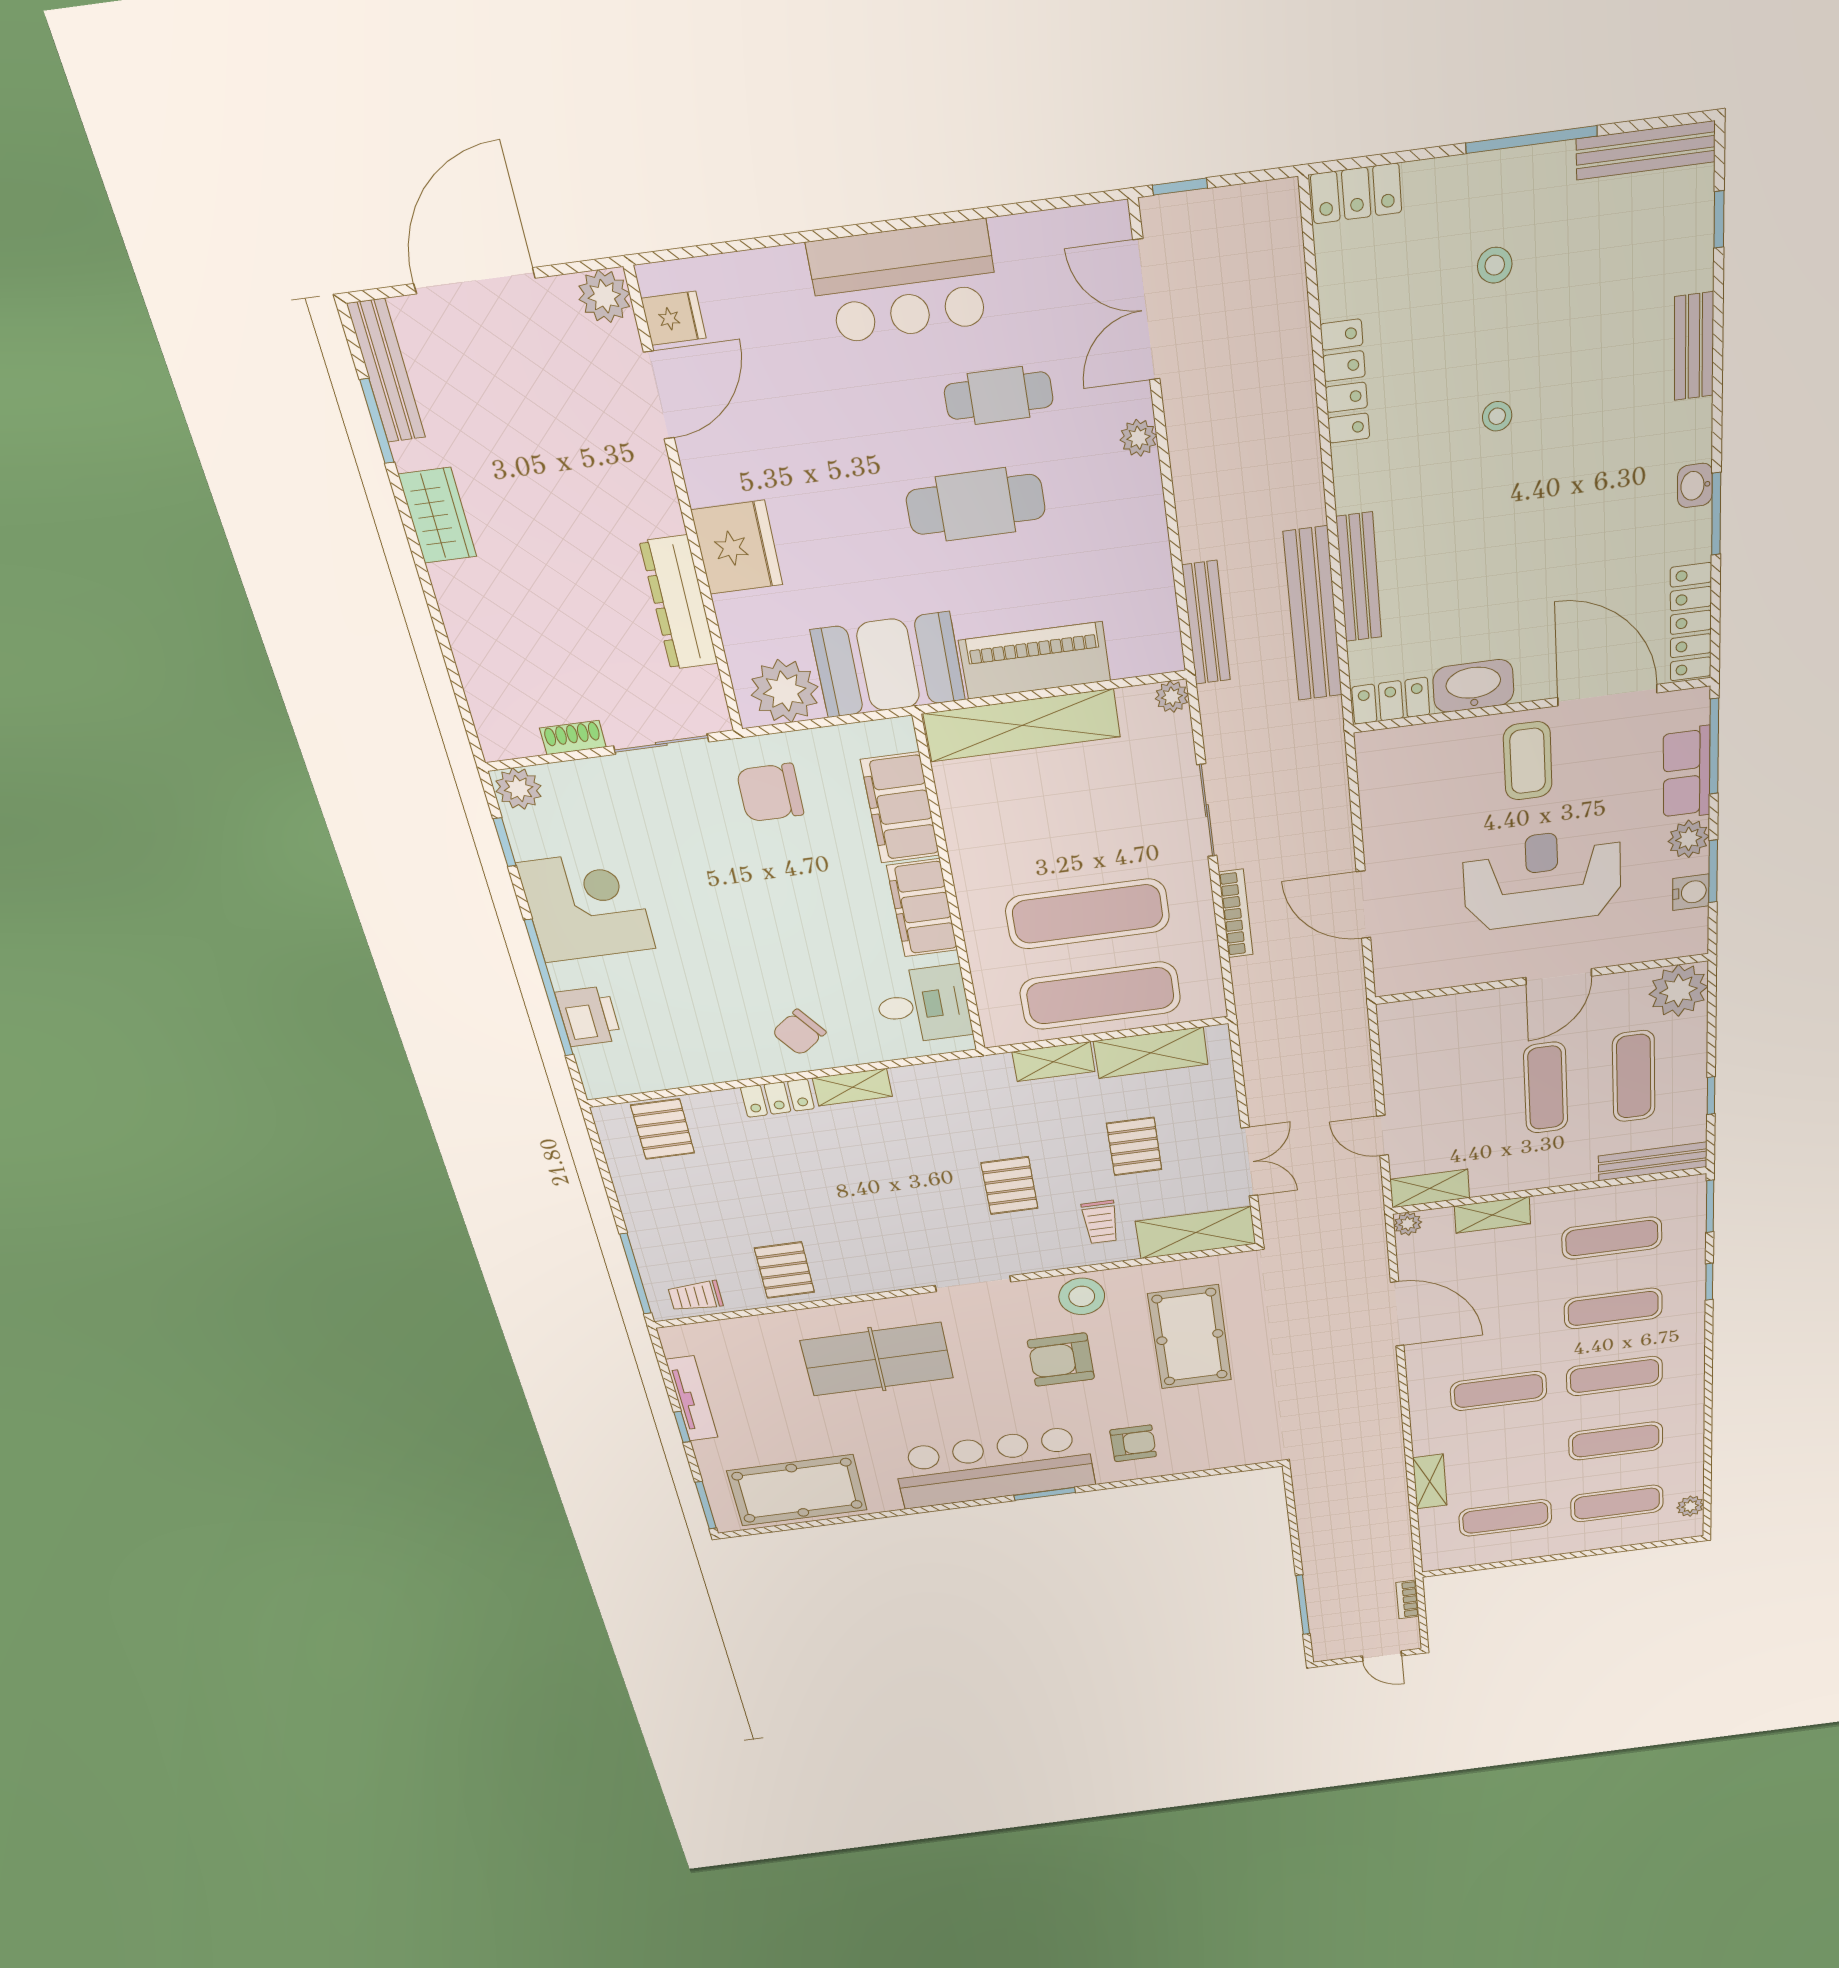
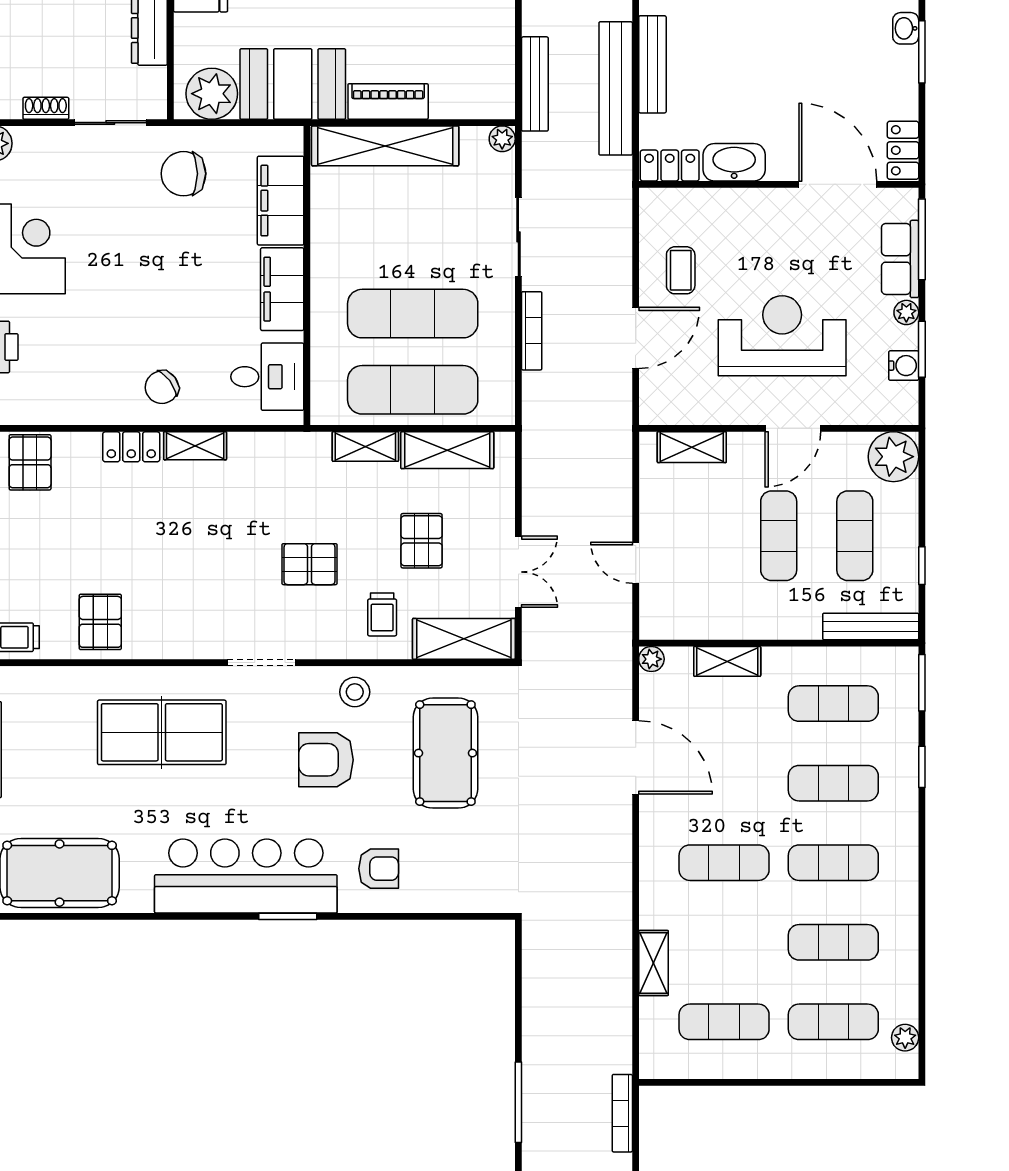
locker: (1691, 622) -> (903, 150), width x0.66
piano: (1035, 660) -> (388, 101), width x0.73, depth x0.75
coffee table: (1528, 761) -> (681, 270), moved, width x0.73, depth x0.77
plant: (1689, 839) -> (906, 312), width x0.73, depth x0.73
door: (1363, 905) -> (636, 338), swing flipped
pallet: (1009, 1186) -> (309, 564), turned 90
shelving: (1430, 1189) -> (692, 447), moved
stool: (1082, 1296) -> (355, 692), width x0.73, depth x0.73
bookcase: (1408, 1599) -> (622, 1113), width x1.56

